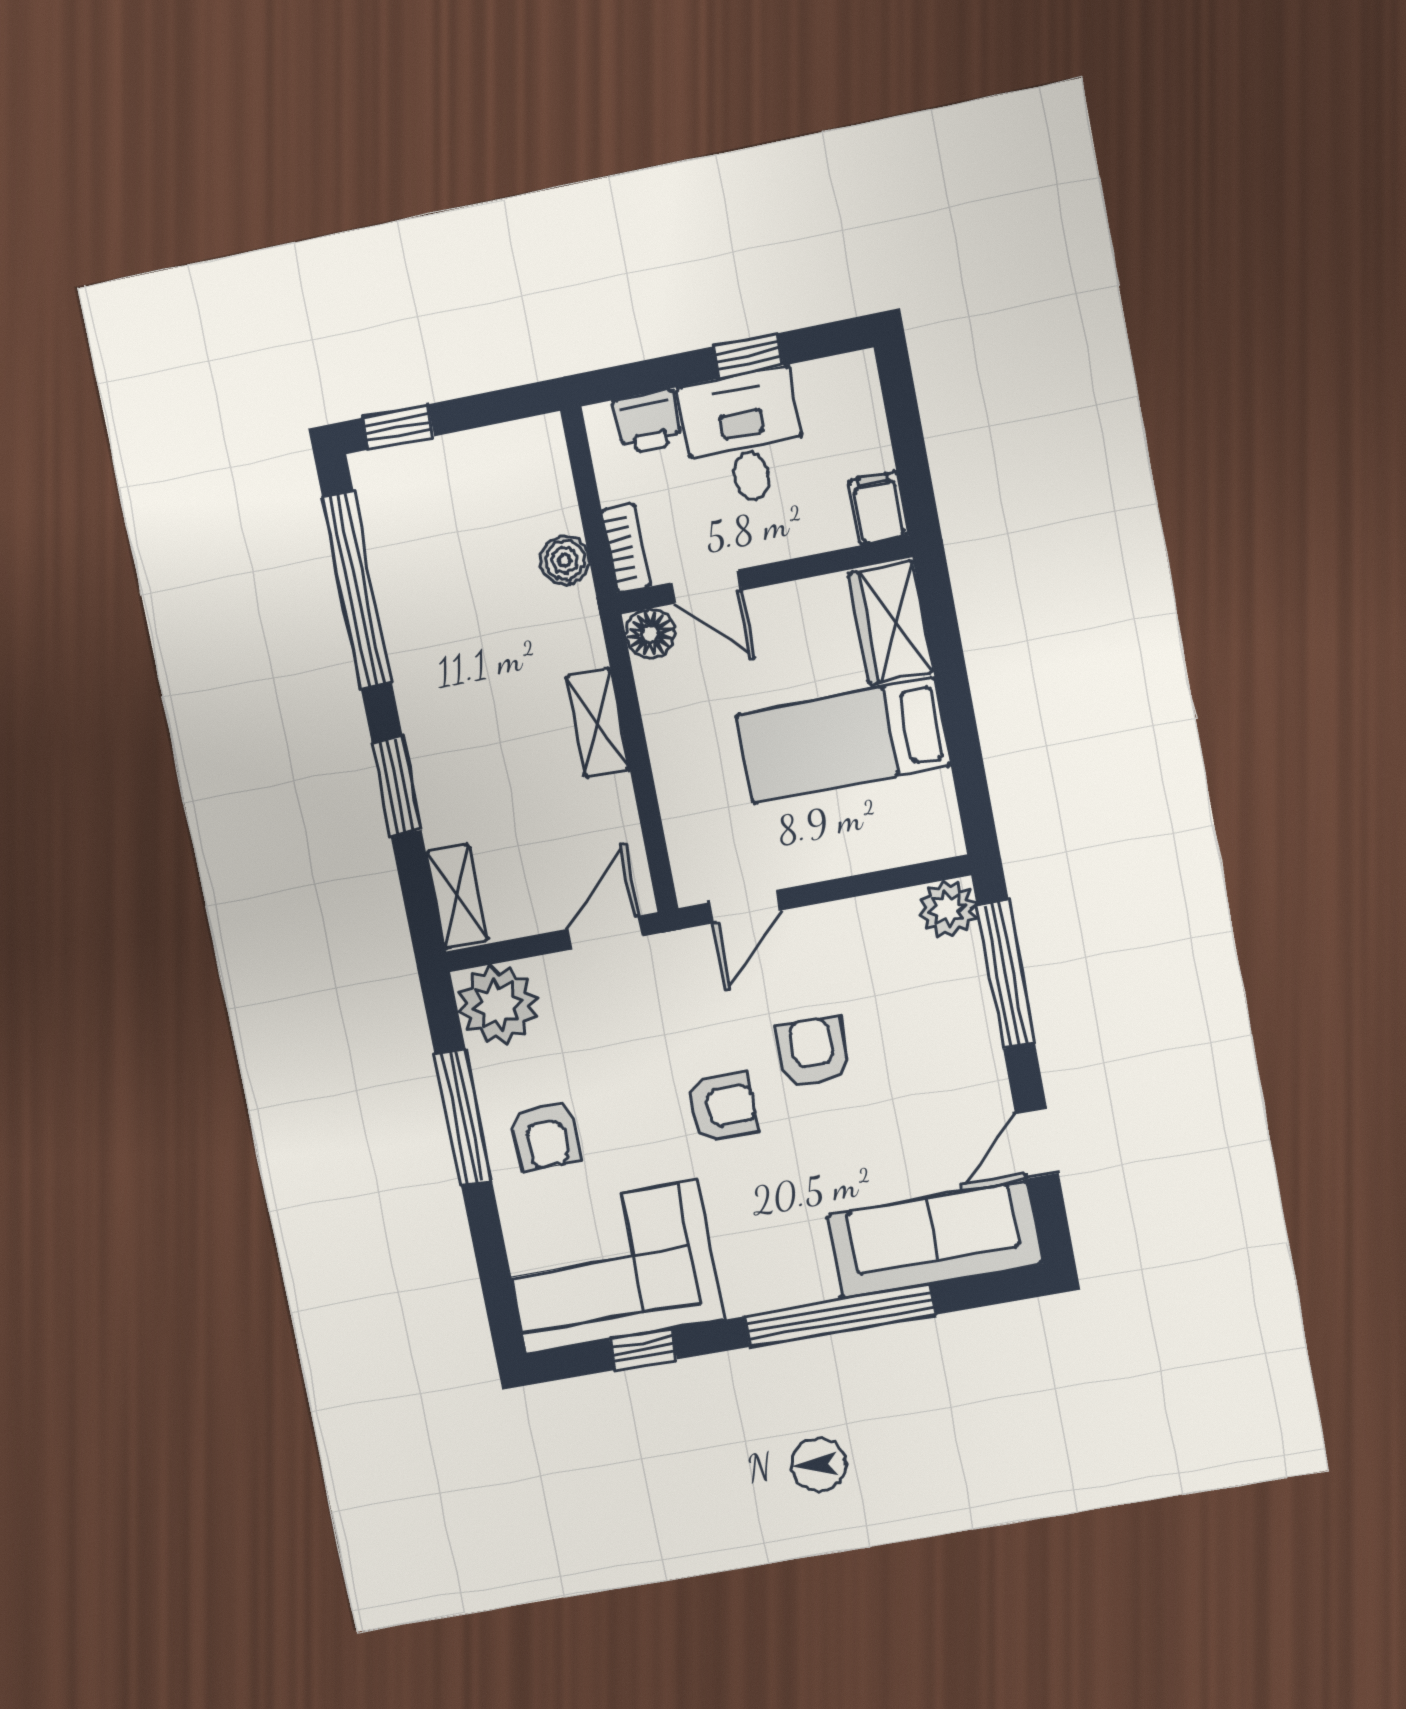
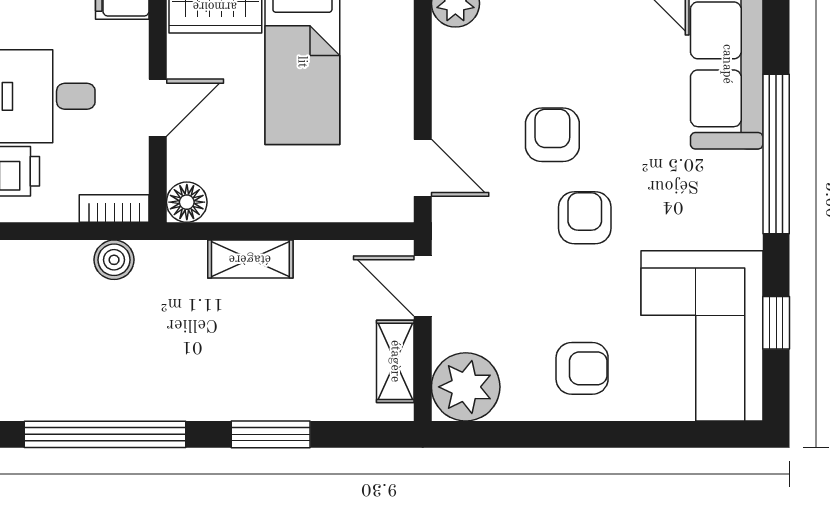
door: (706, 587) -> (158, 108), moved
shelving: (457, 896) -> (395, 361), moved, turned 90
armchair: (813, 1052) -> (552, 135), turned 90
window: (463, 1117) -> (554, 434), removed

